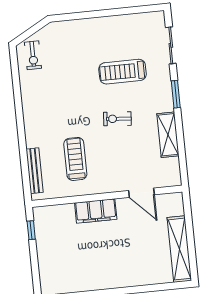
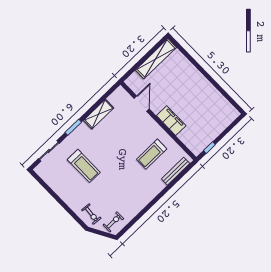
exercise bike: (117, 119) -> (91, 214), moved

